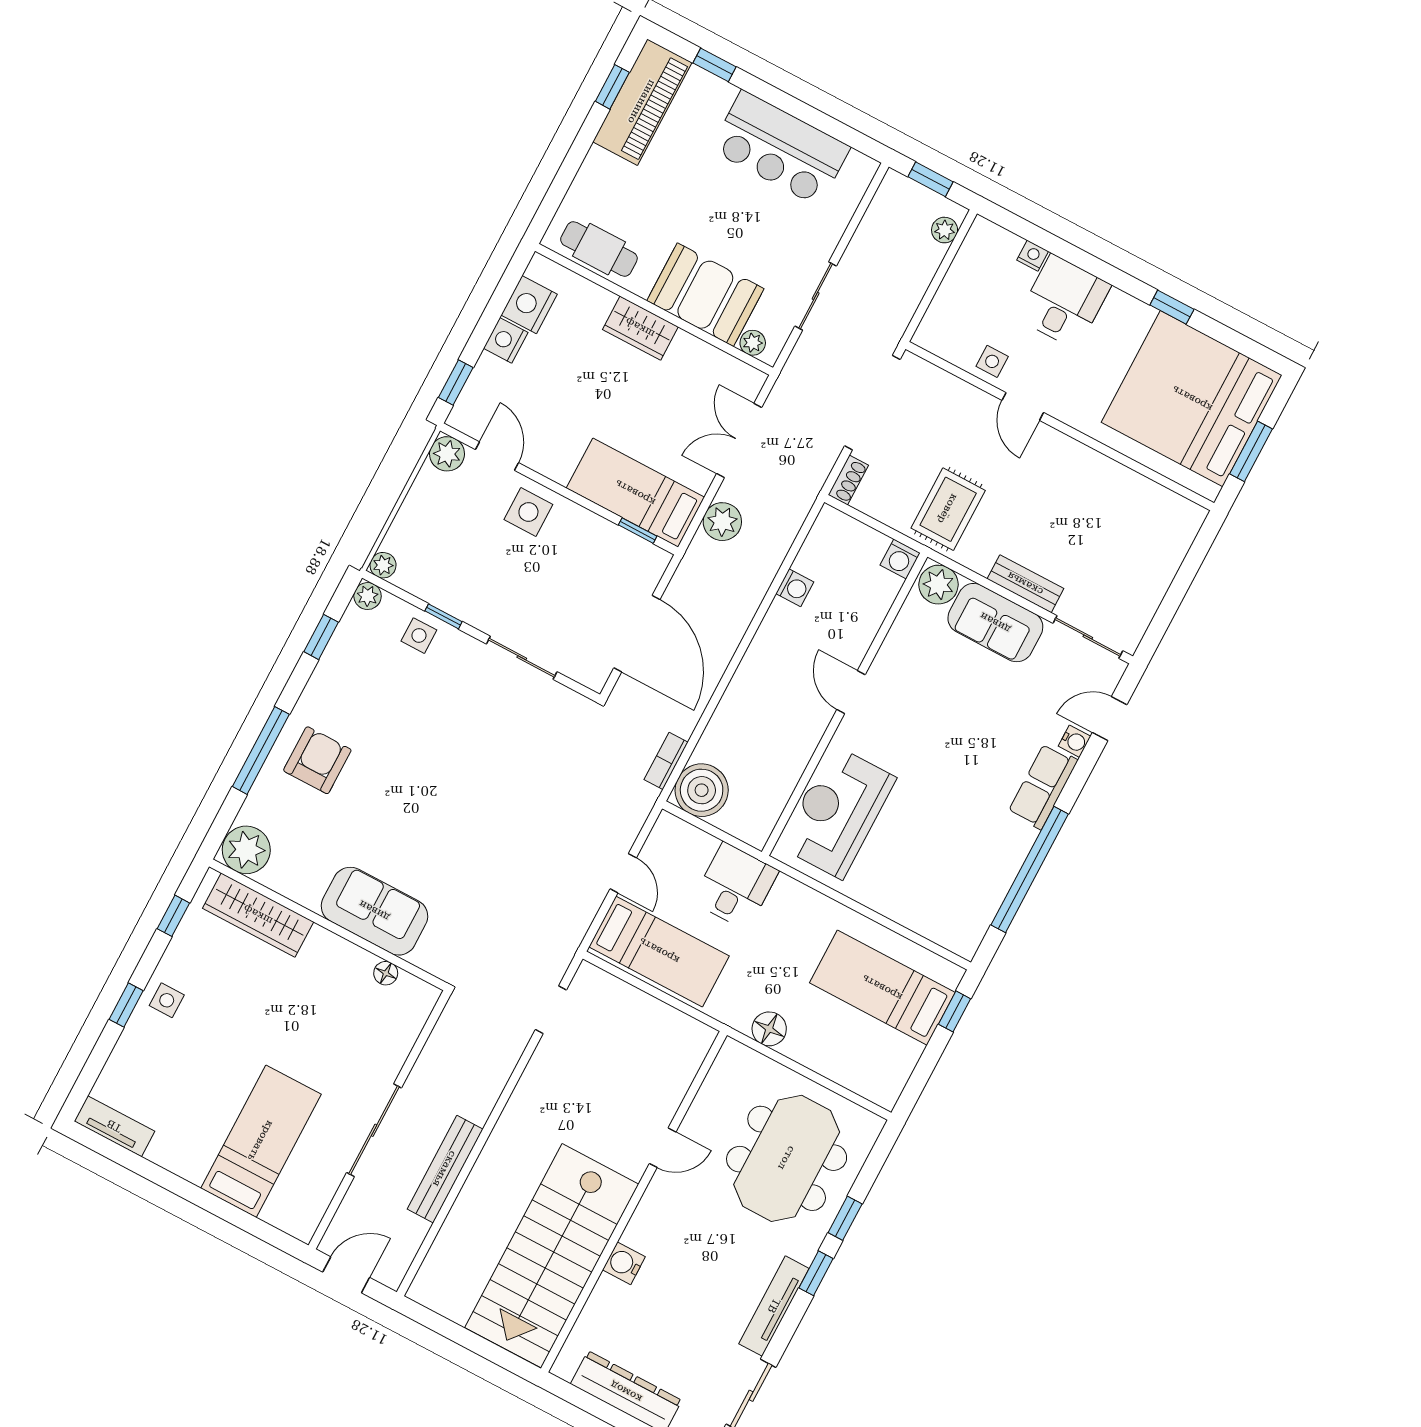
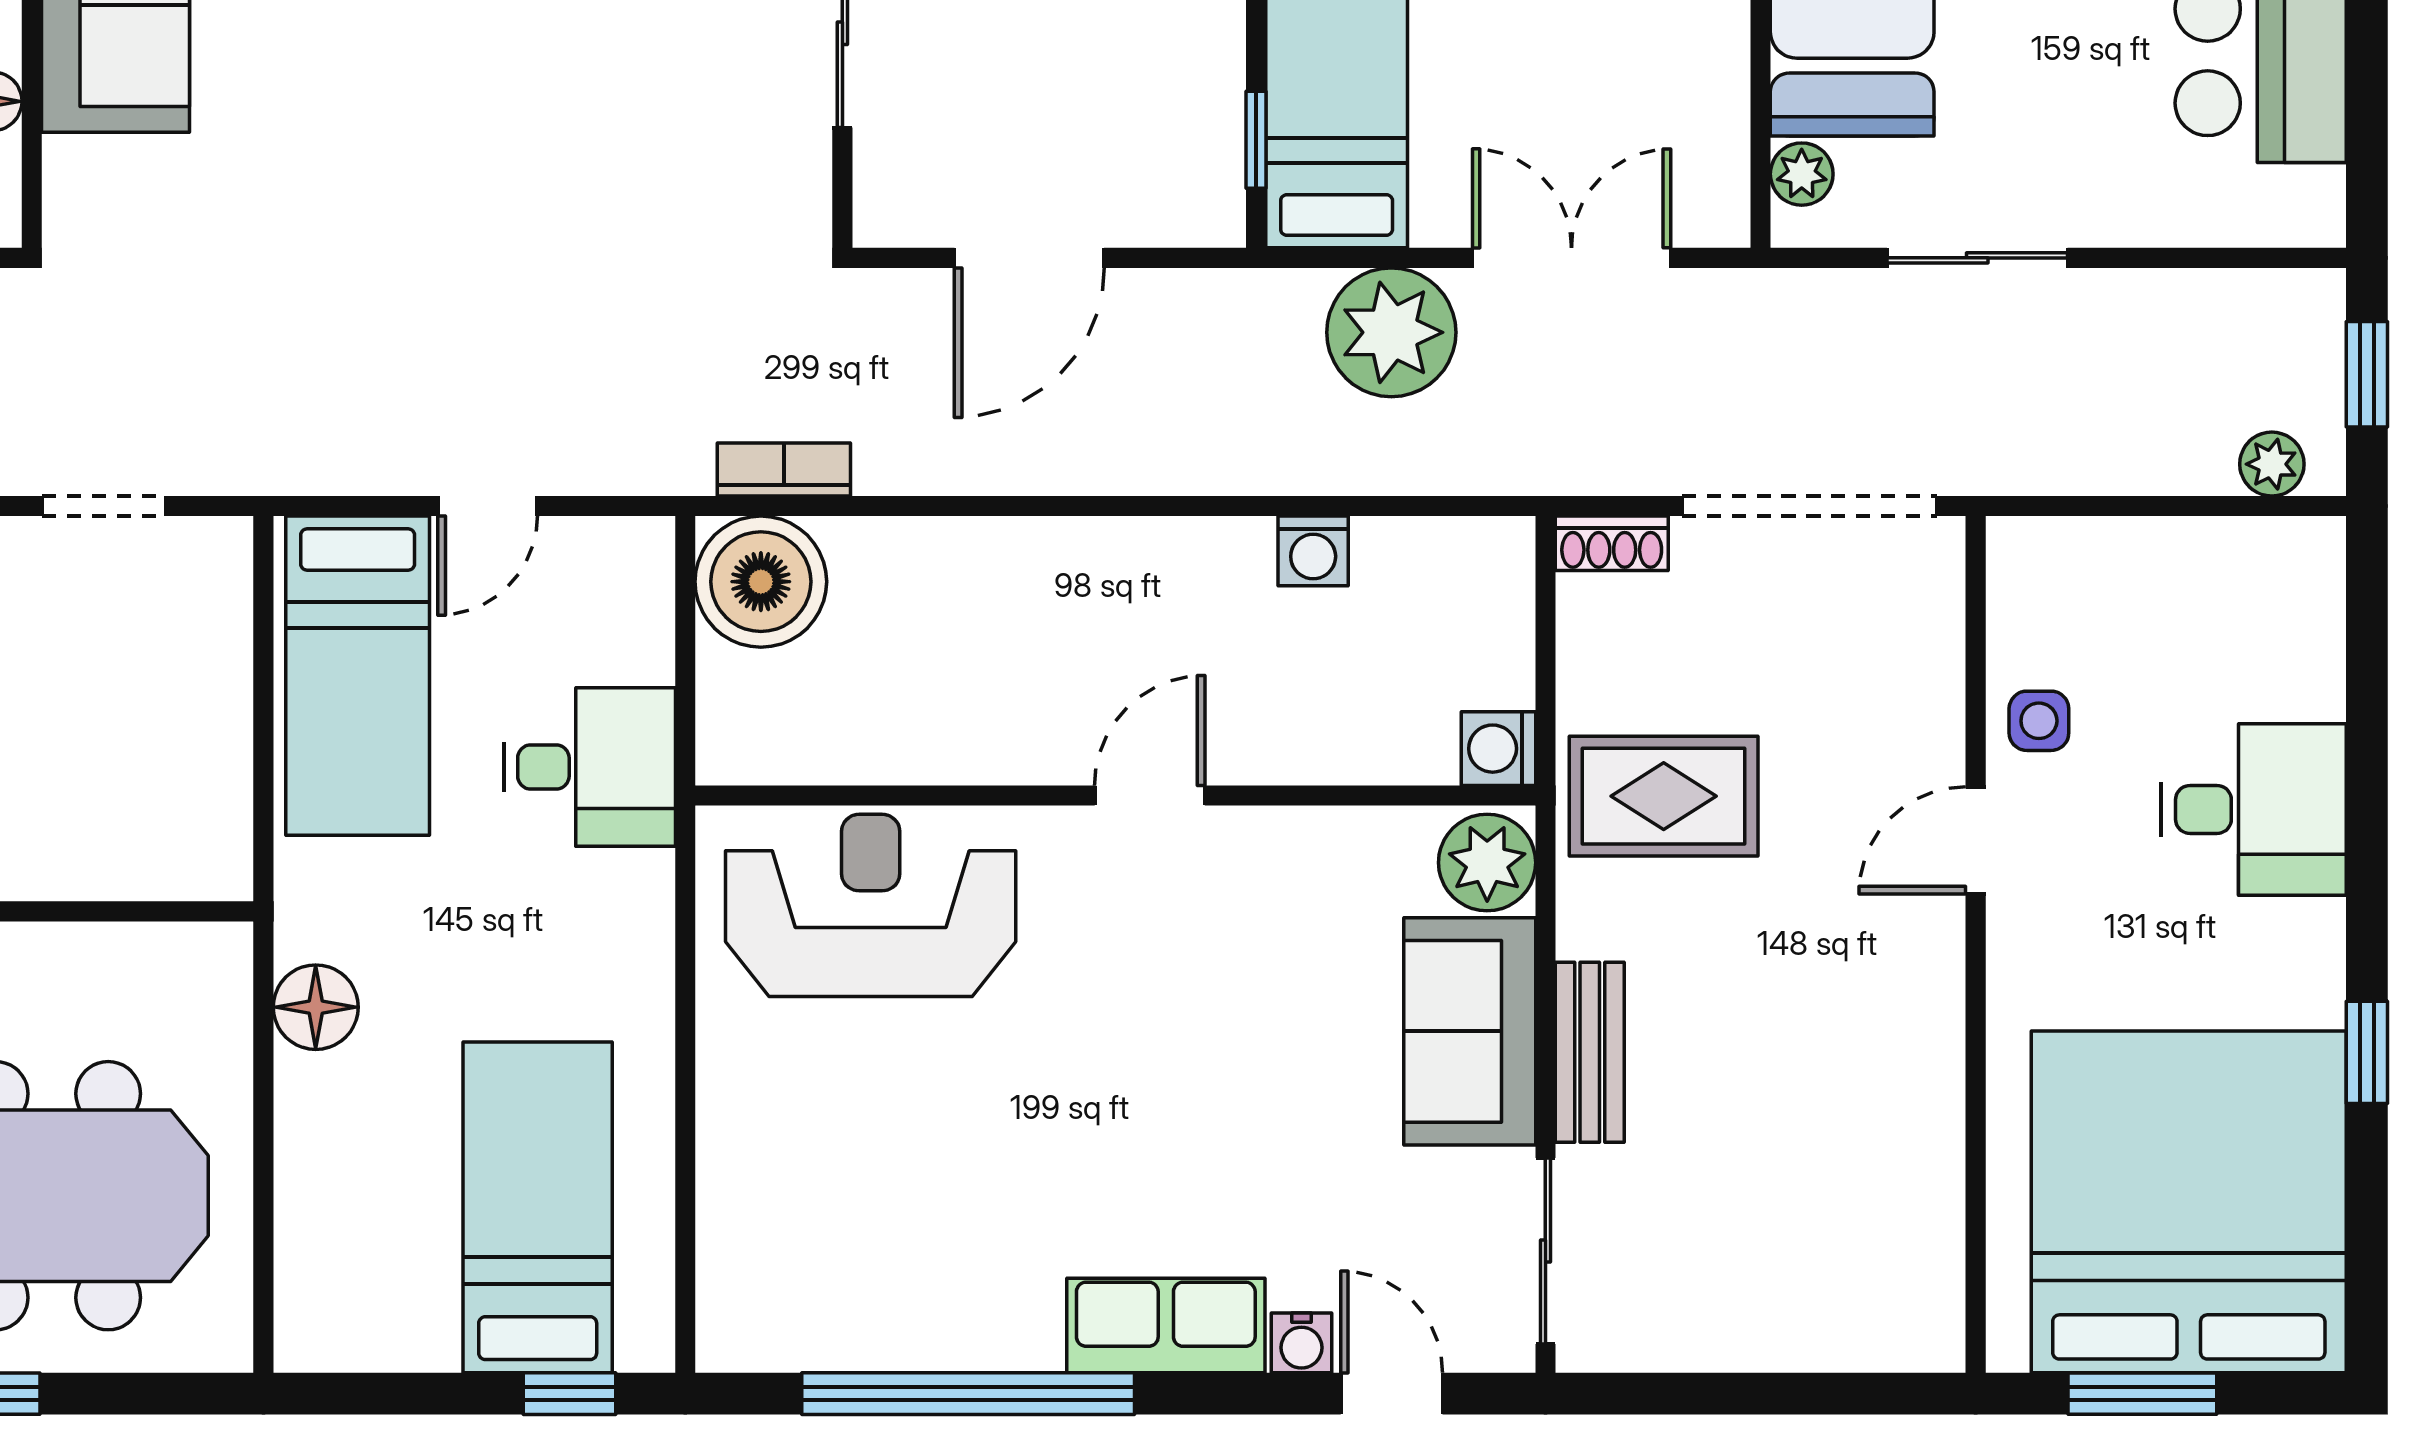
nightstand: (1033, 256) -> (2318, 687), removed
plant: (722, 522) -> (1391, 332), width x1.36, depth x1.36
door: (637, 634) -> (1029, 258), width x0.73

